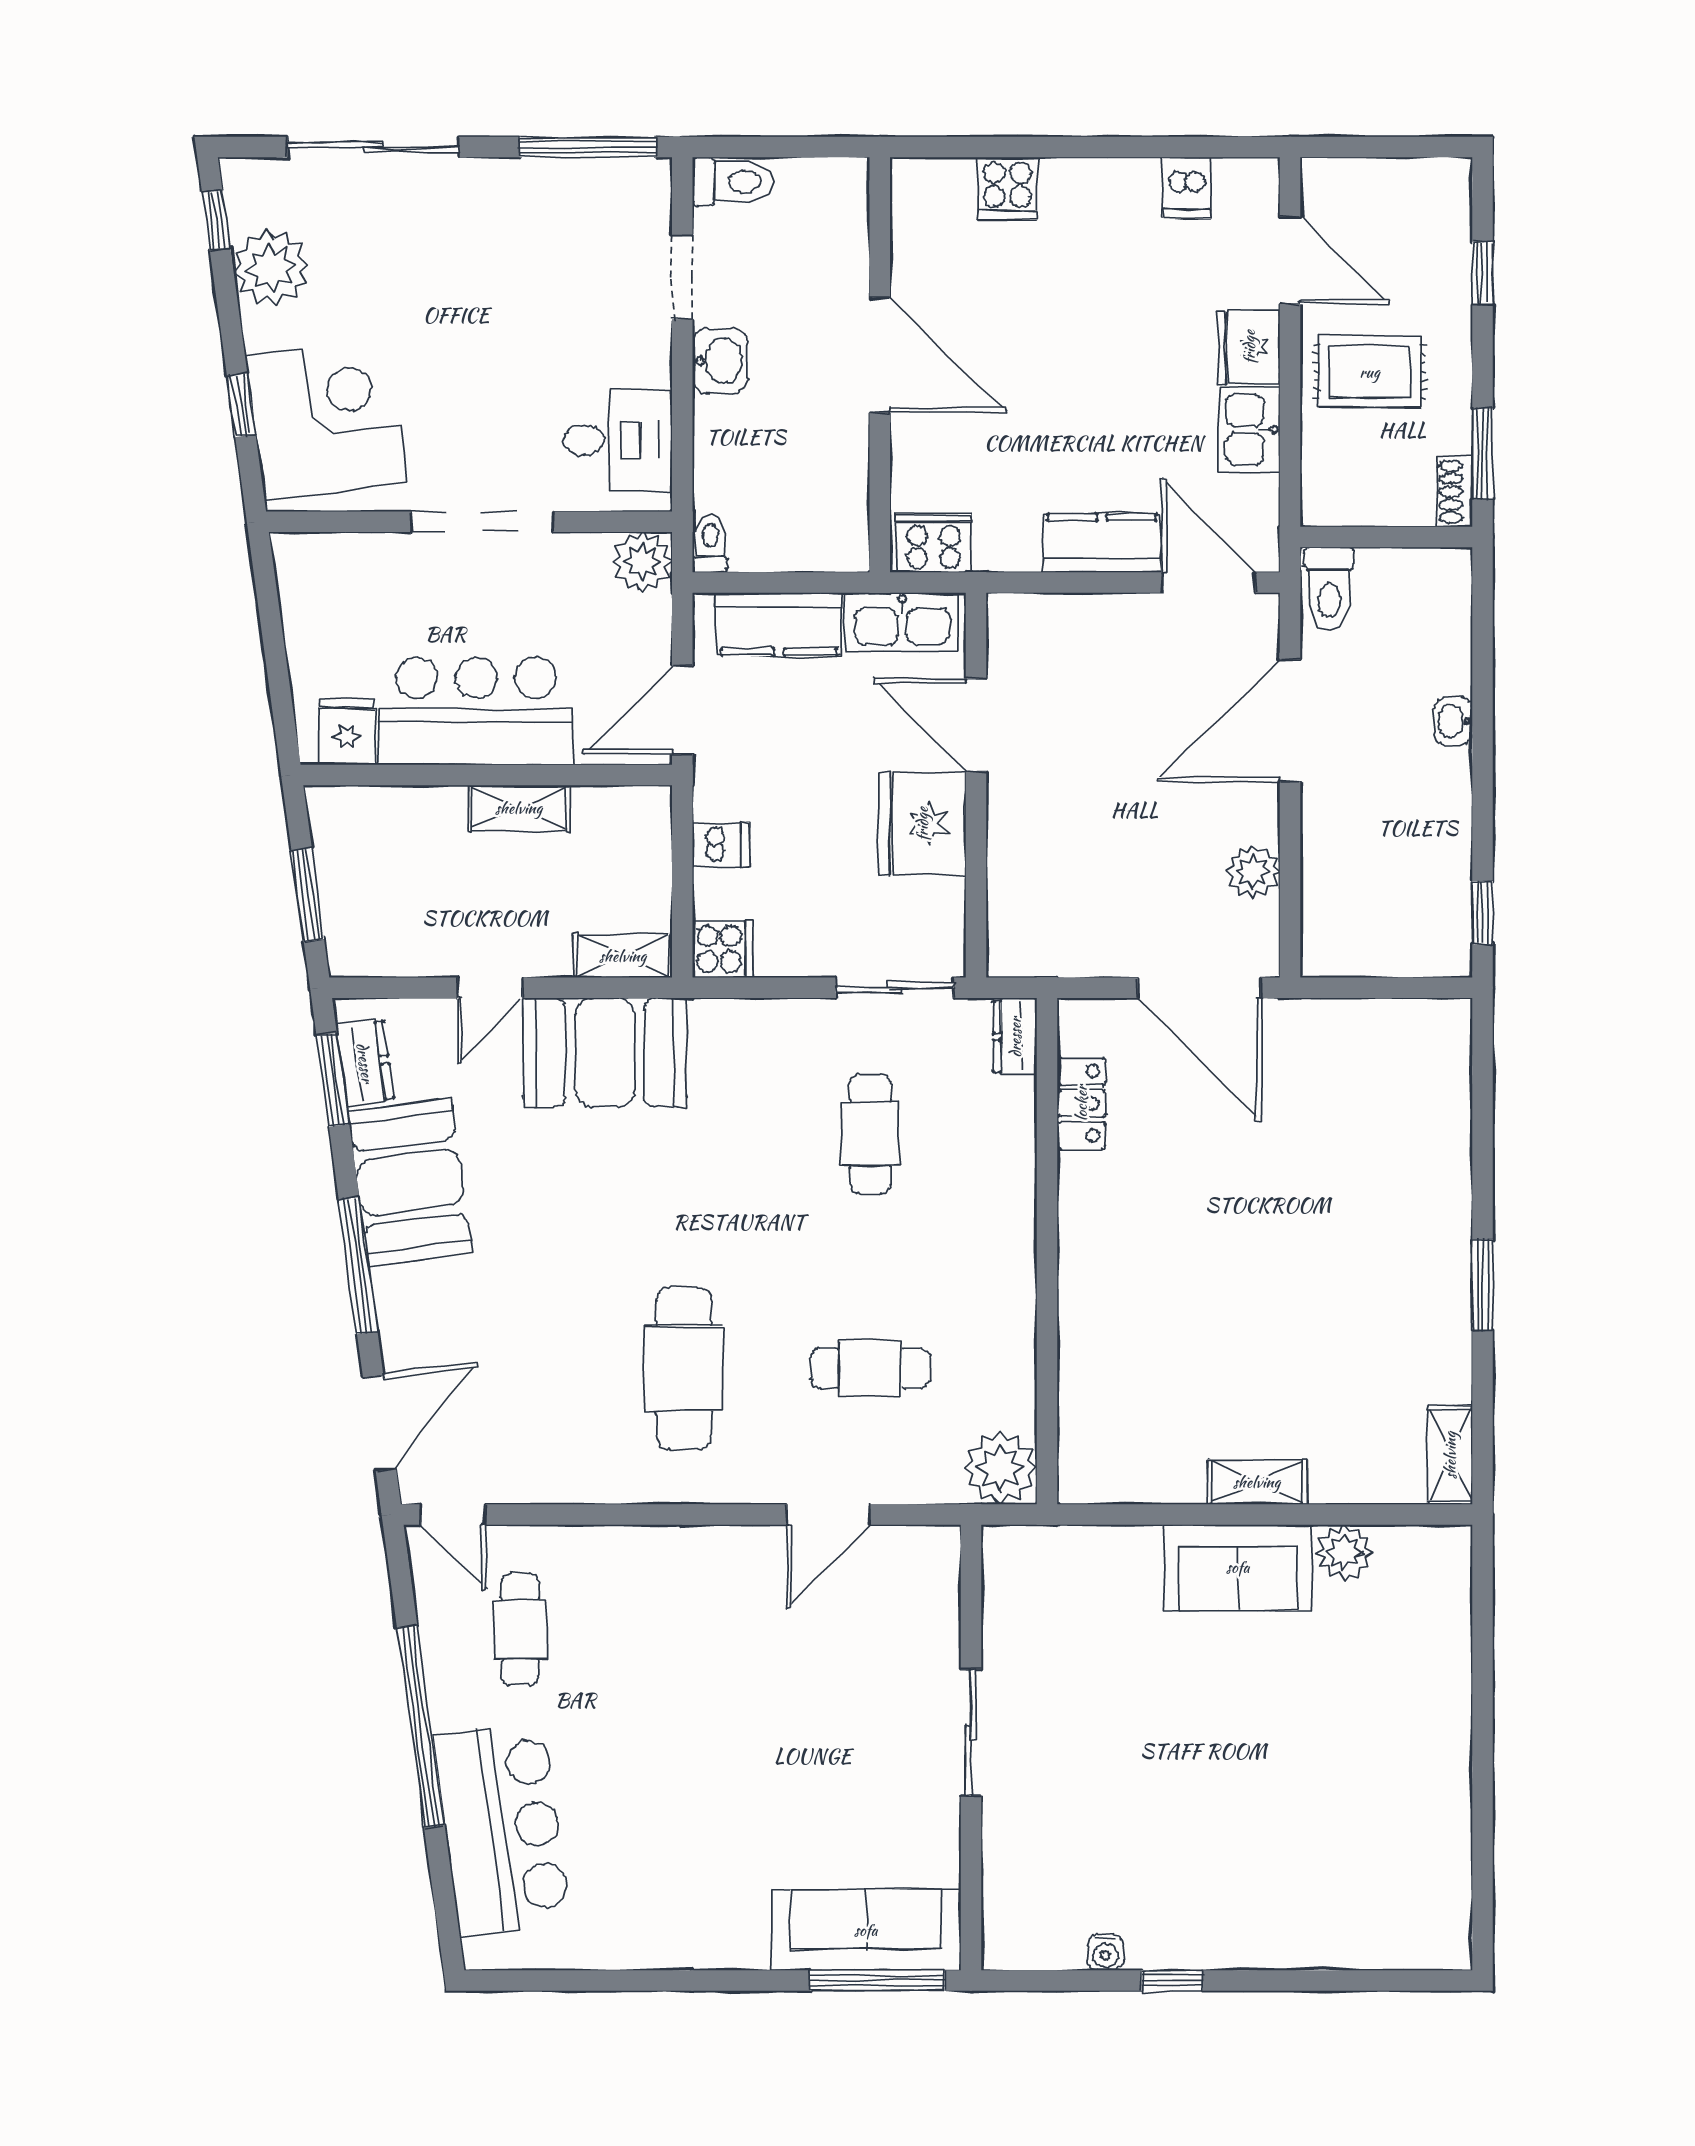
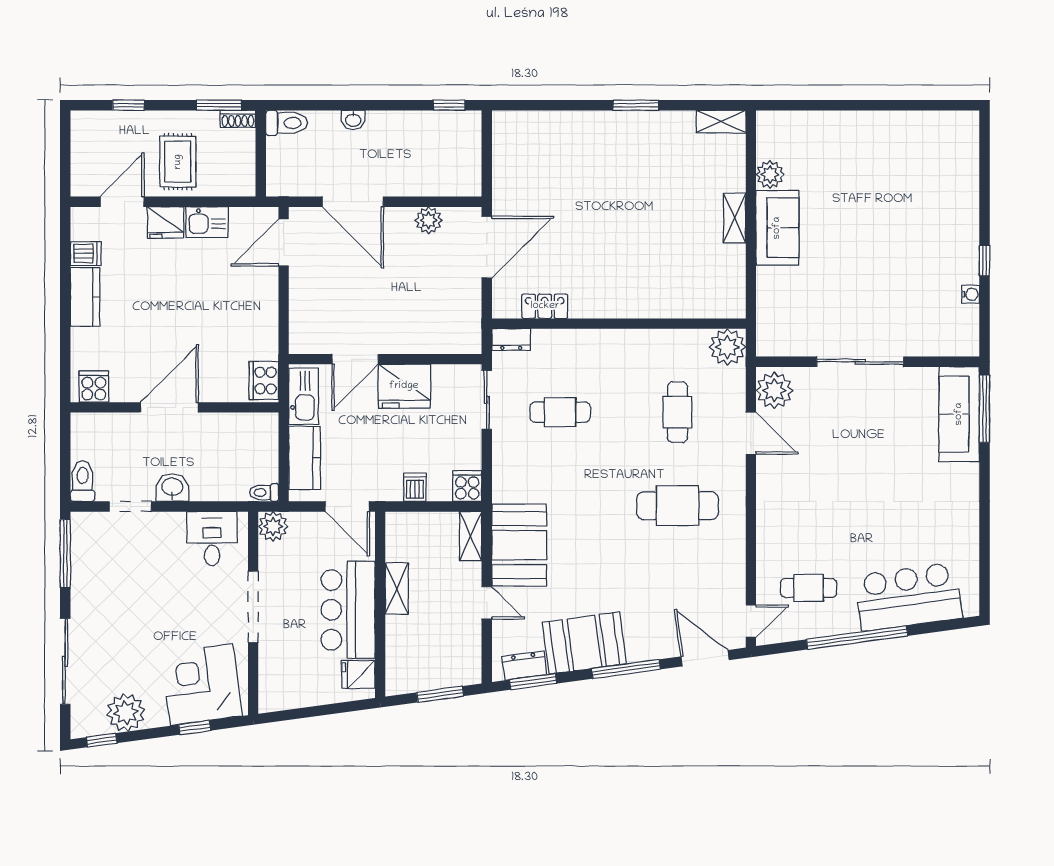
cooker: (1007, 188) -> (94, 387), moved, turned -90
kitchen counter: (1102, 543) -> (85, 297), moved, turned 180
toilet: (1329, 589) -> (287, 123), moved
plant: (914, 1561) -> (774, 390), added
sliding door: (971, 1733) -> (860, 362), width x1.37

